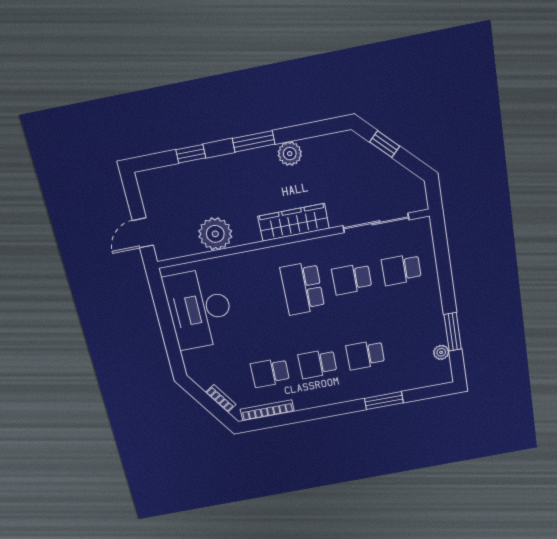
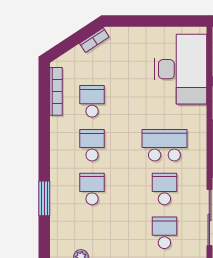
desk: (200, 309) -> (180, 69), moved, turned 90
bookcase: (221, 398) -> (94, 40), moved

